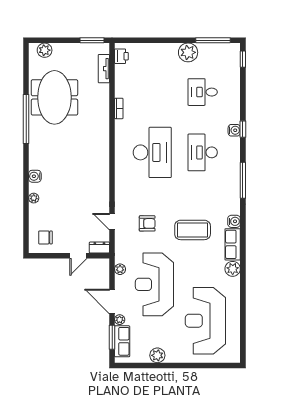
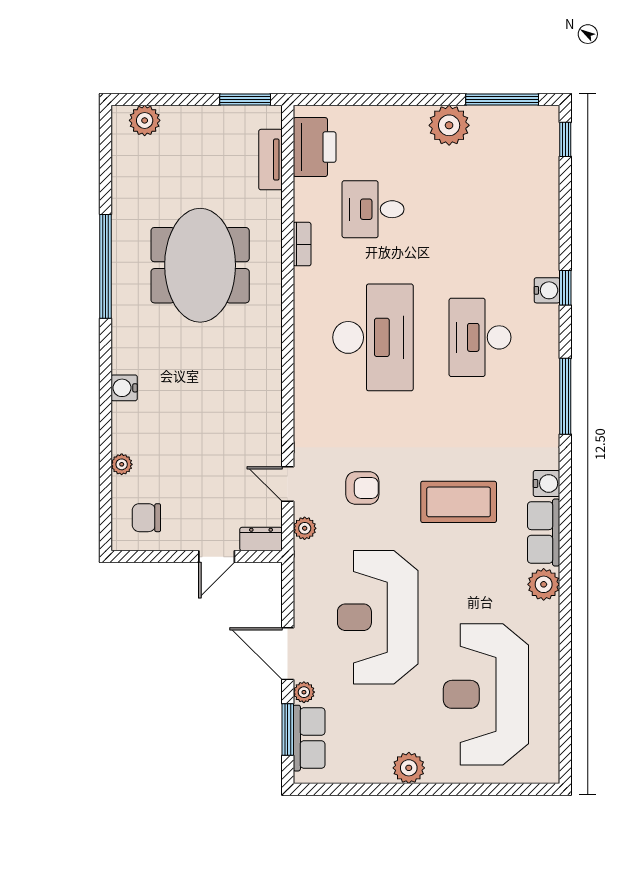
printer: (121, 56) -> (315, 147), width x1.87, depth x1.48
desk: (203, 92) -> (373, 209), moved
meeting table: (54, 97) -> (200, 265), moved
plant: (34, 198) -> (122, 464), moved
plant: (120, 269) -> (305, 528), moved
plant: (157, 355) -> (409, 768), moved

